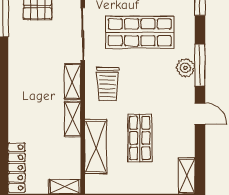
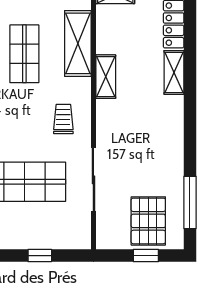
shelving: (73, 82) -> (174, 72), moved
trolley: (108, 84) -> (63, 119), width x0.73, depth x0.72

